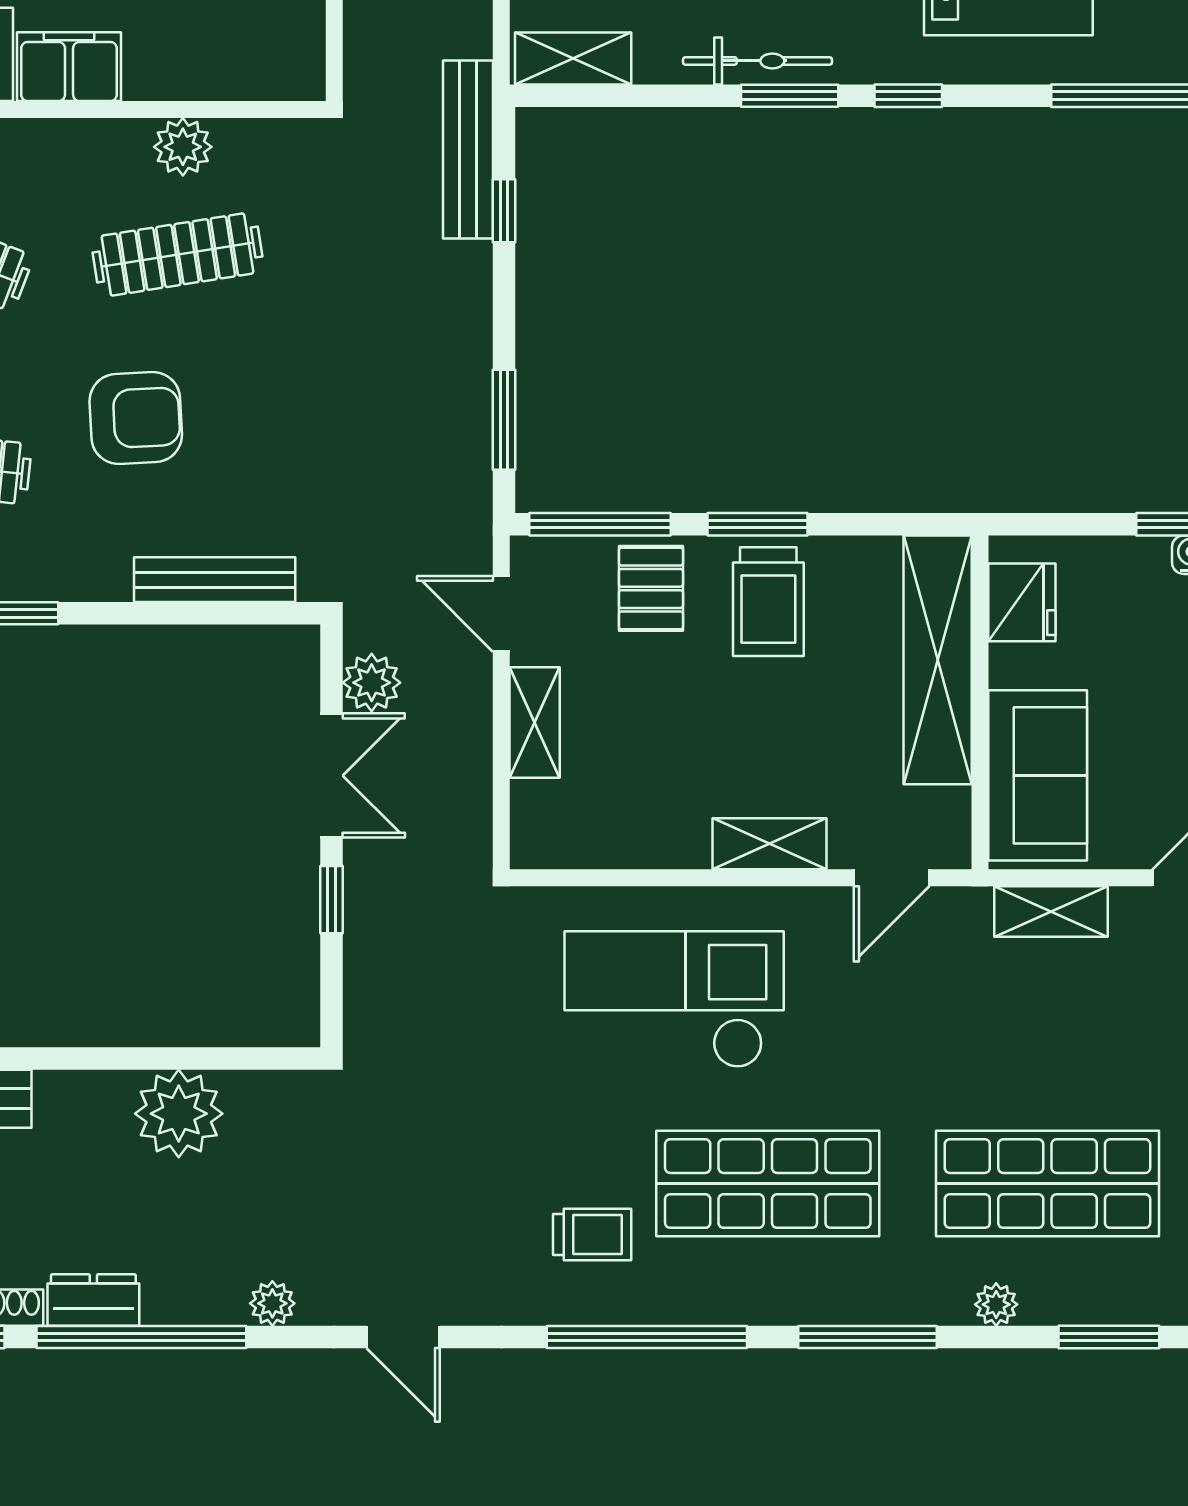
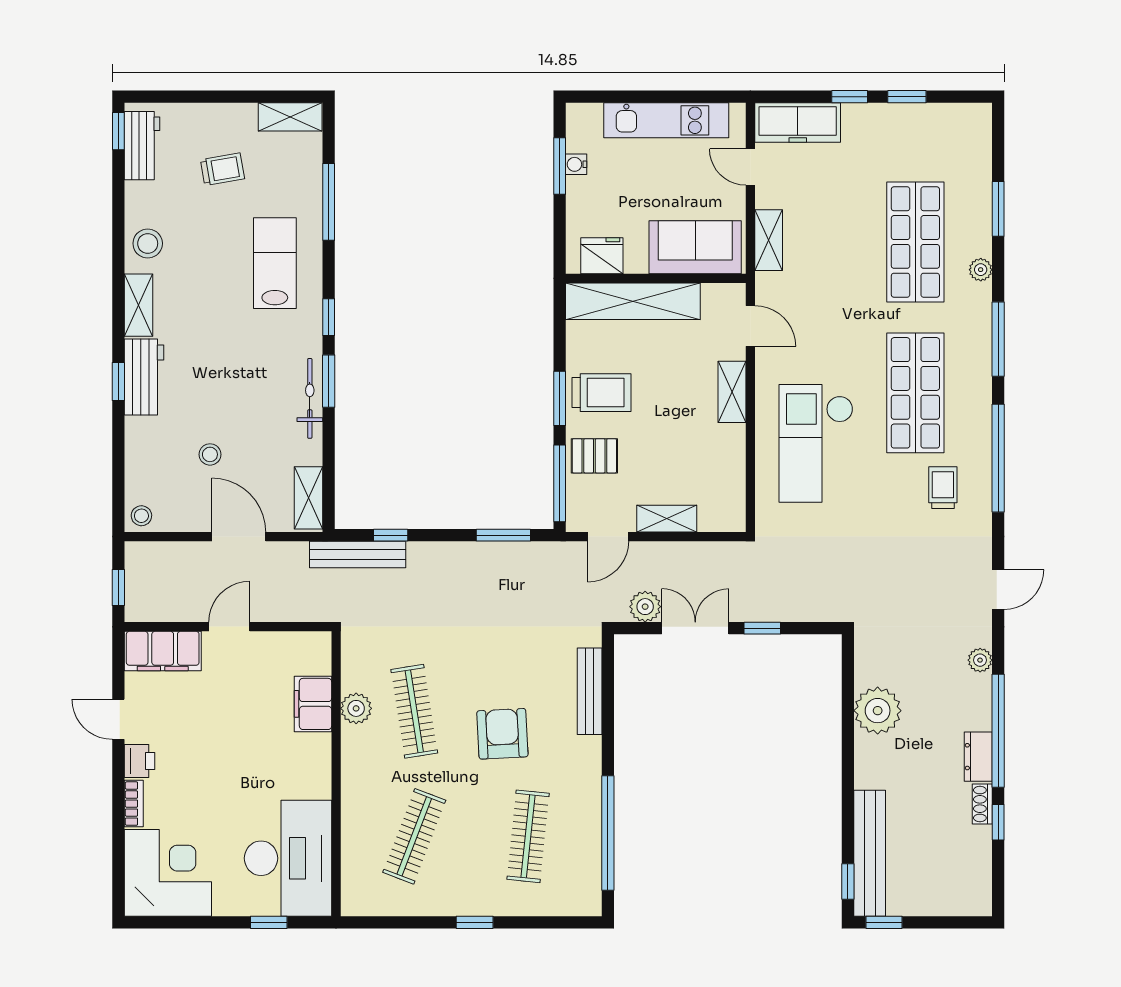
filing cabinet: (69, 67) -> (313, 704), moved

